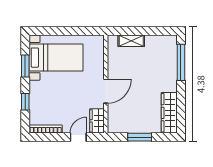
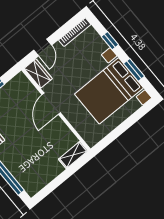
shelving: (131, 41) -> (73, 155), moved
bed with nightstands: (56, 58) -> (109, 91), width x1.36

